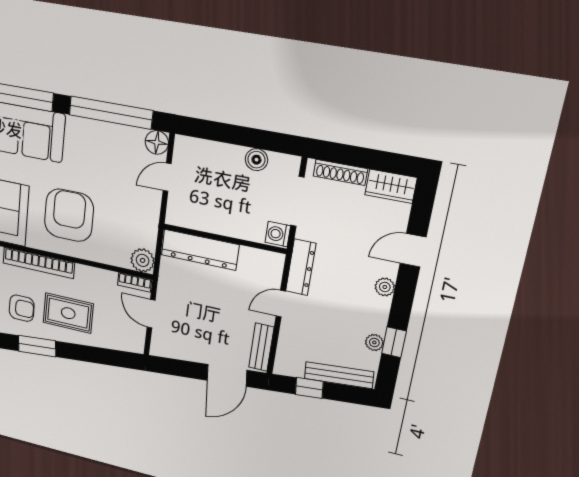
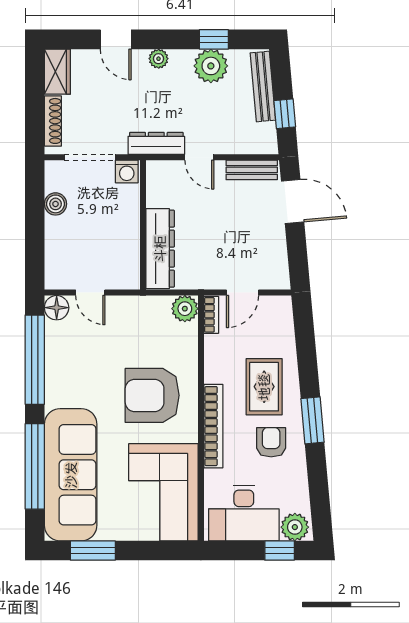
plant: (374, 342) -> (211, 66), width x1.88, depth x1.88

